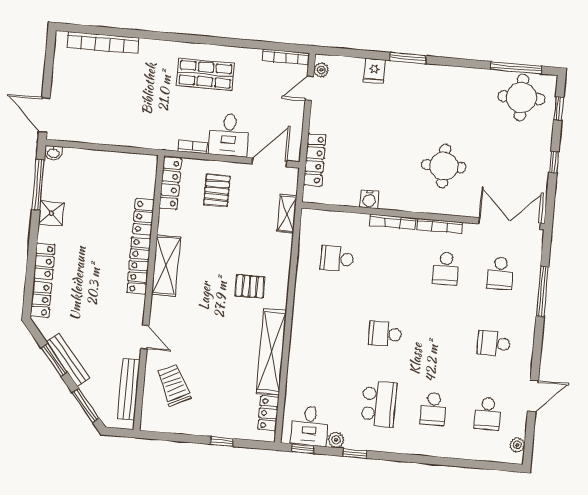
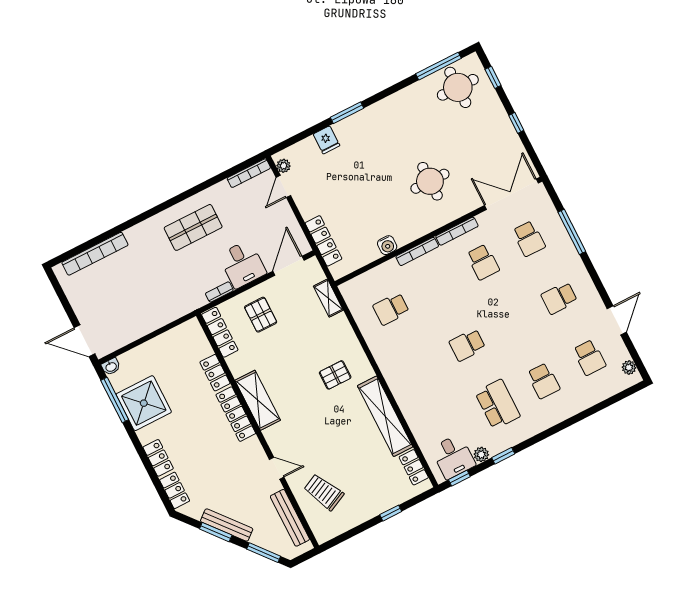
shower: (51, 213) -> (144, 403), width x1.86, depth x1.86

